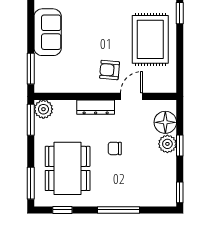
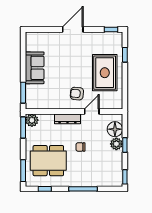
dining table: (68, 168) -> (48, 161), turned 90

